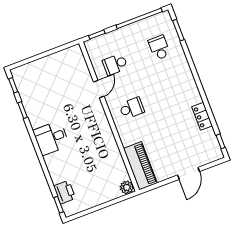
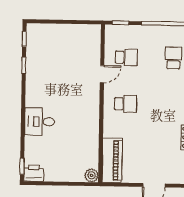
school desk: (115, 64) -> (126, 57), turned 180
desk: (51, 138) -> (40, 122), moved
printer: (65, 192) -> (34, 173), moved, turned -90

